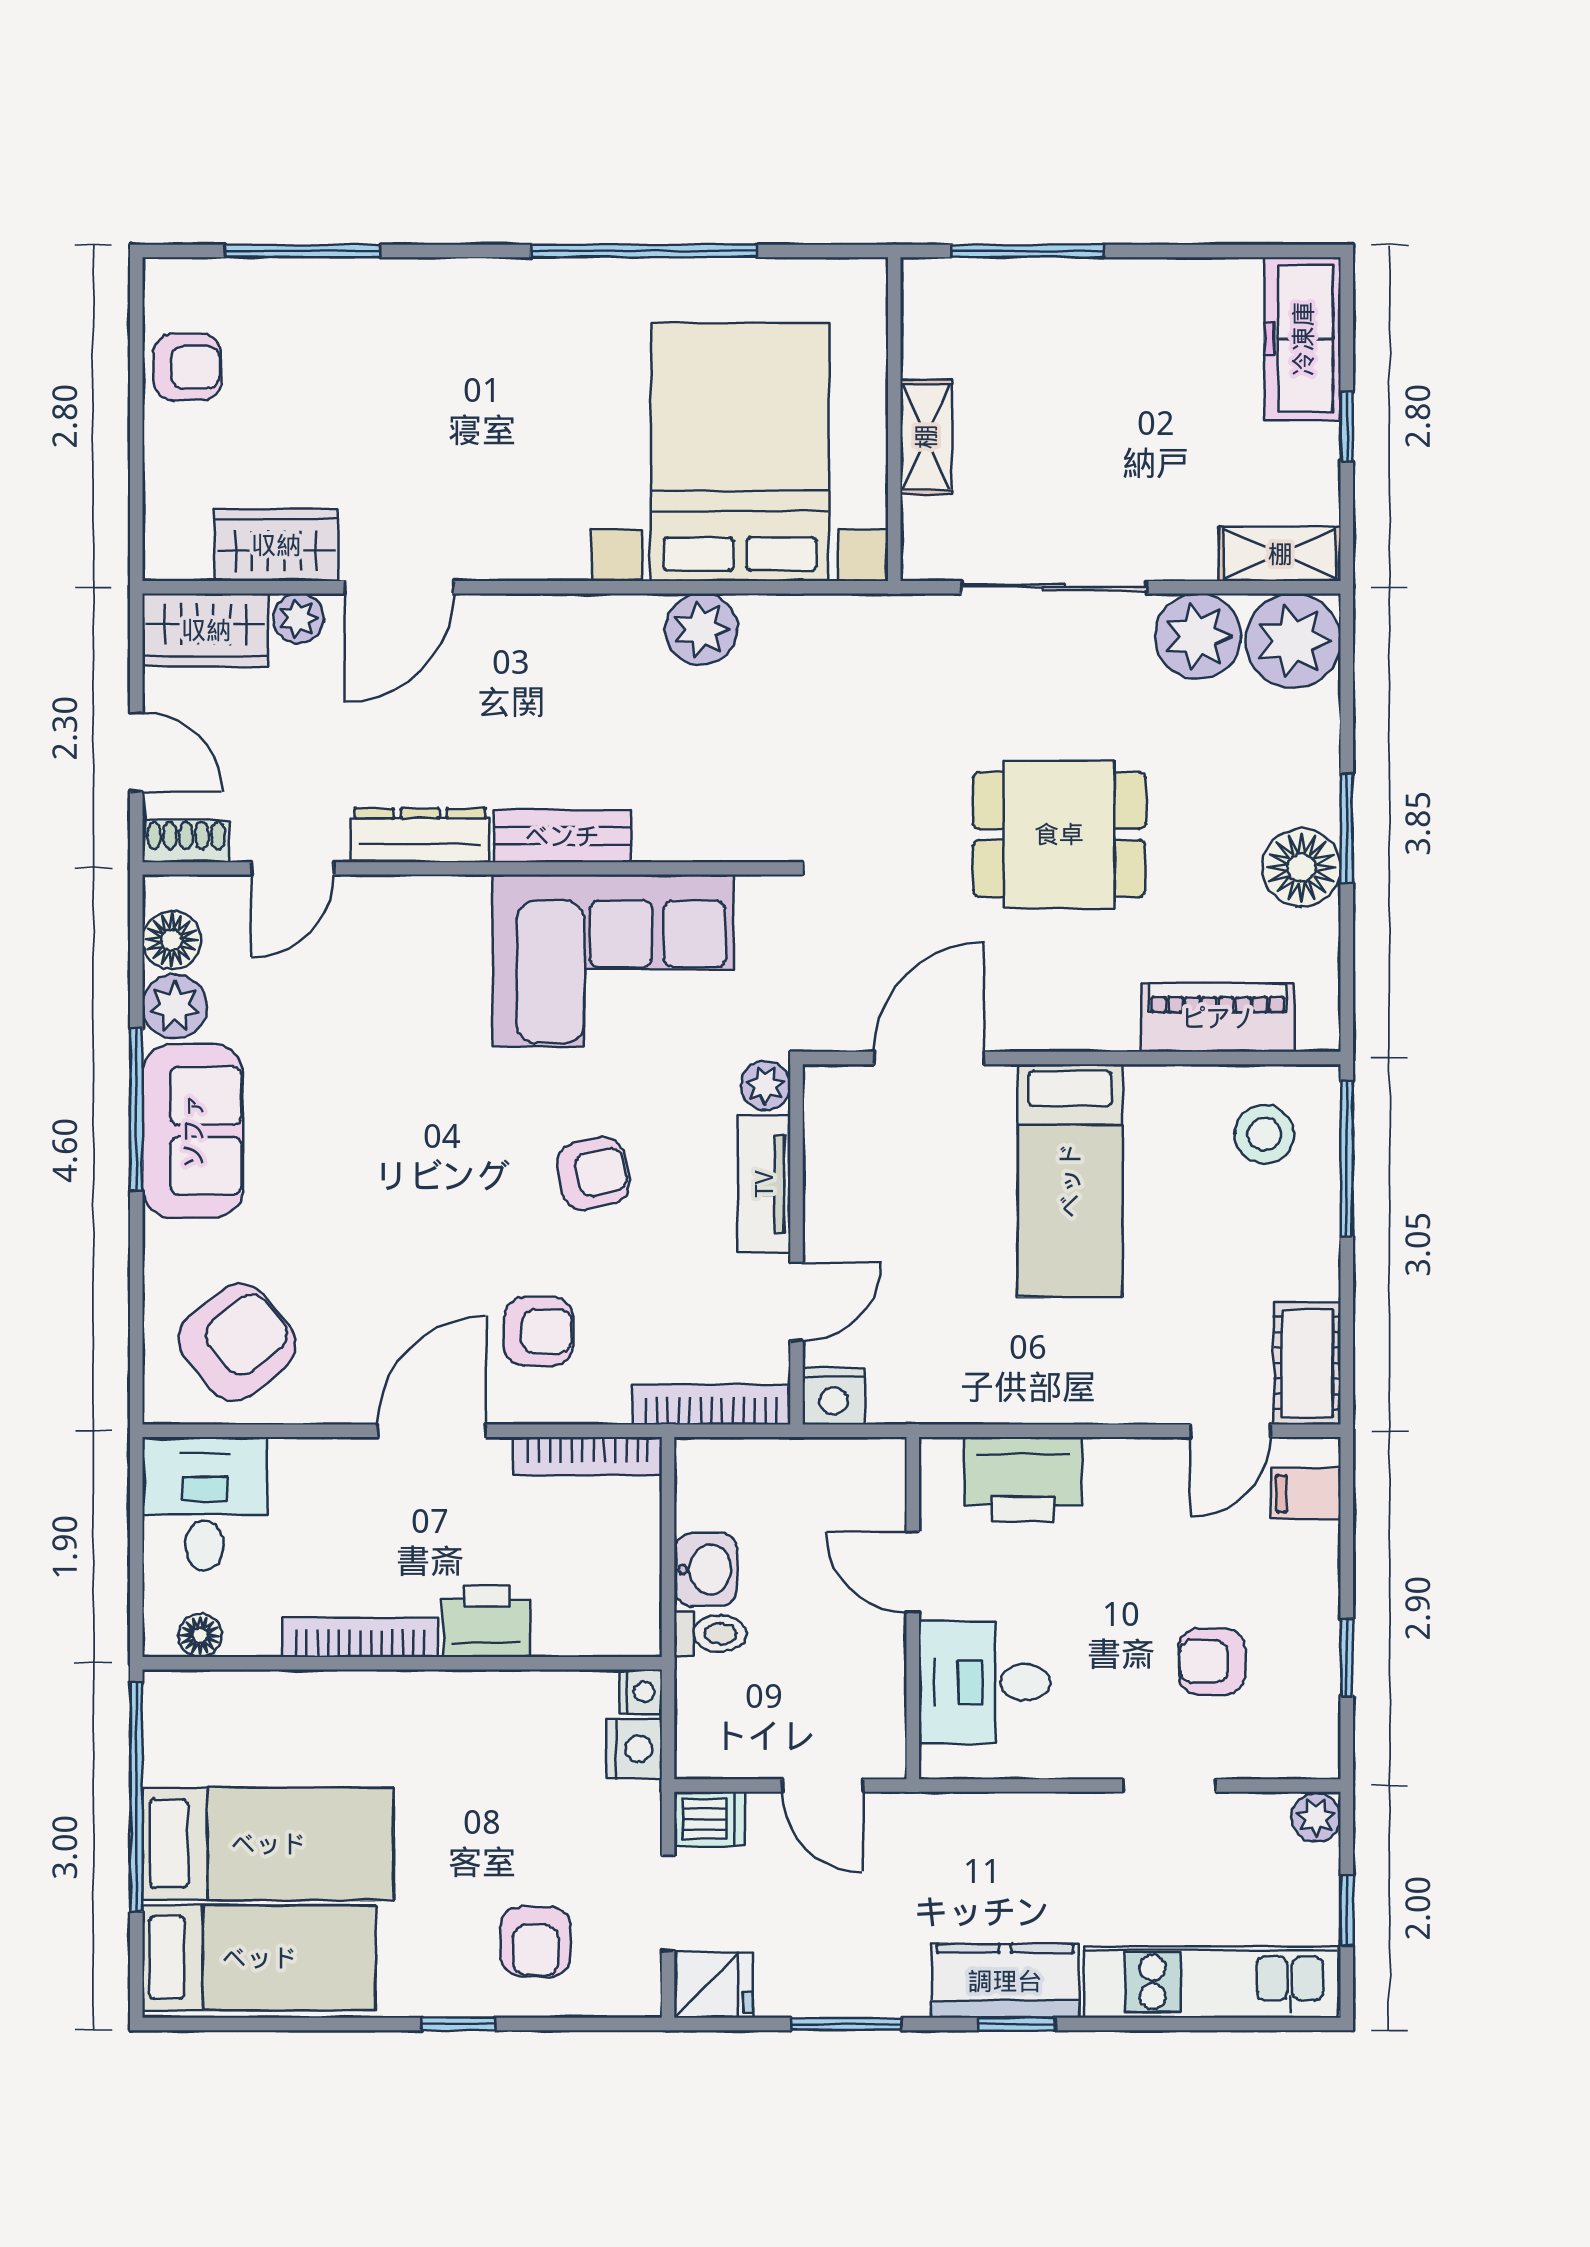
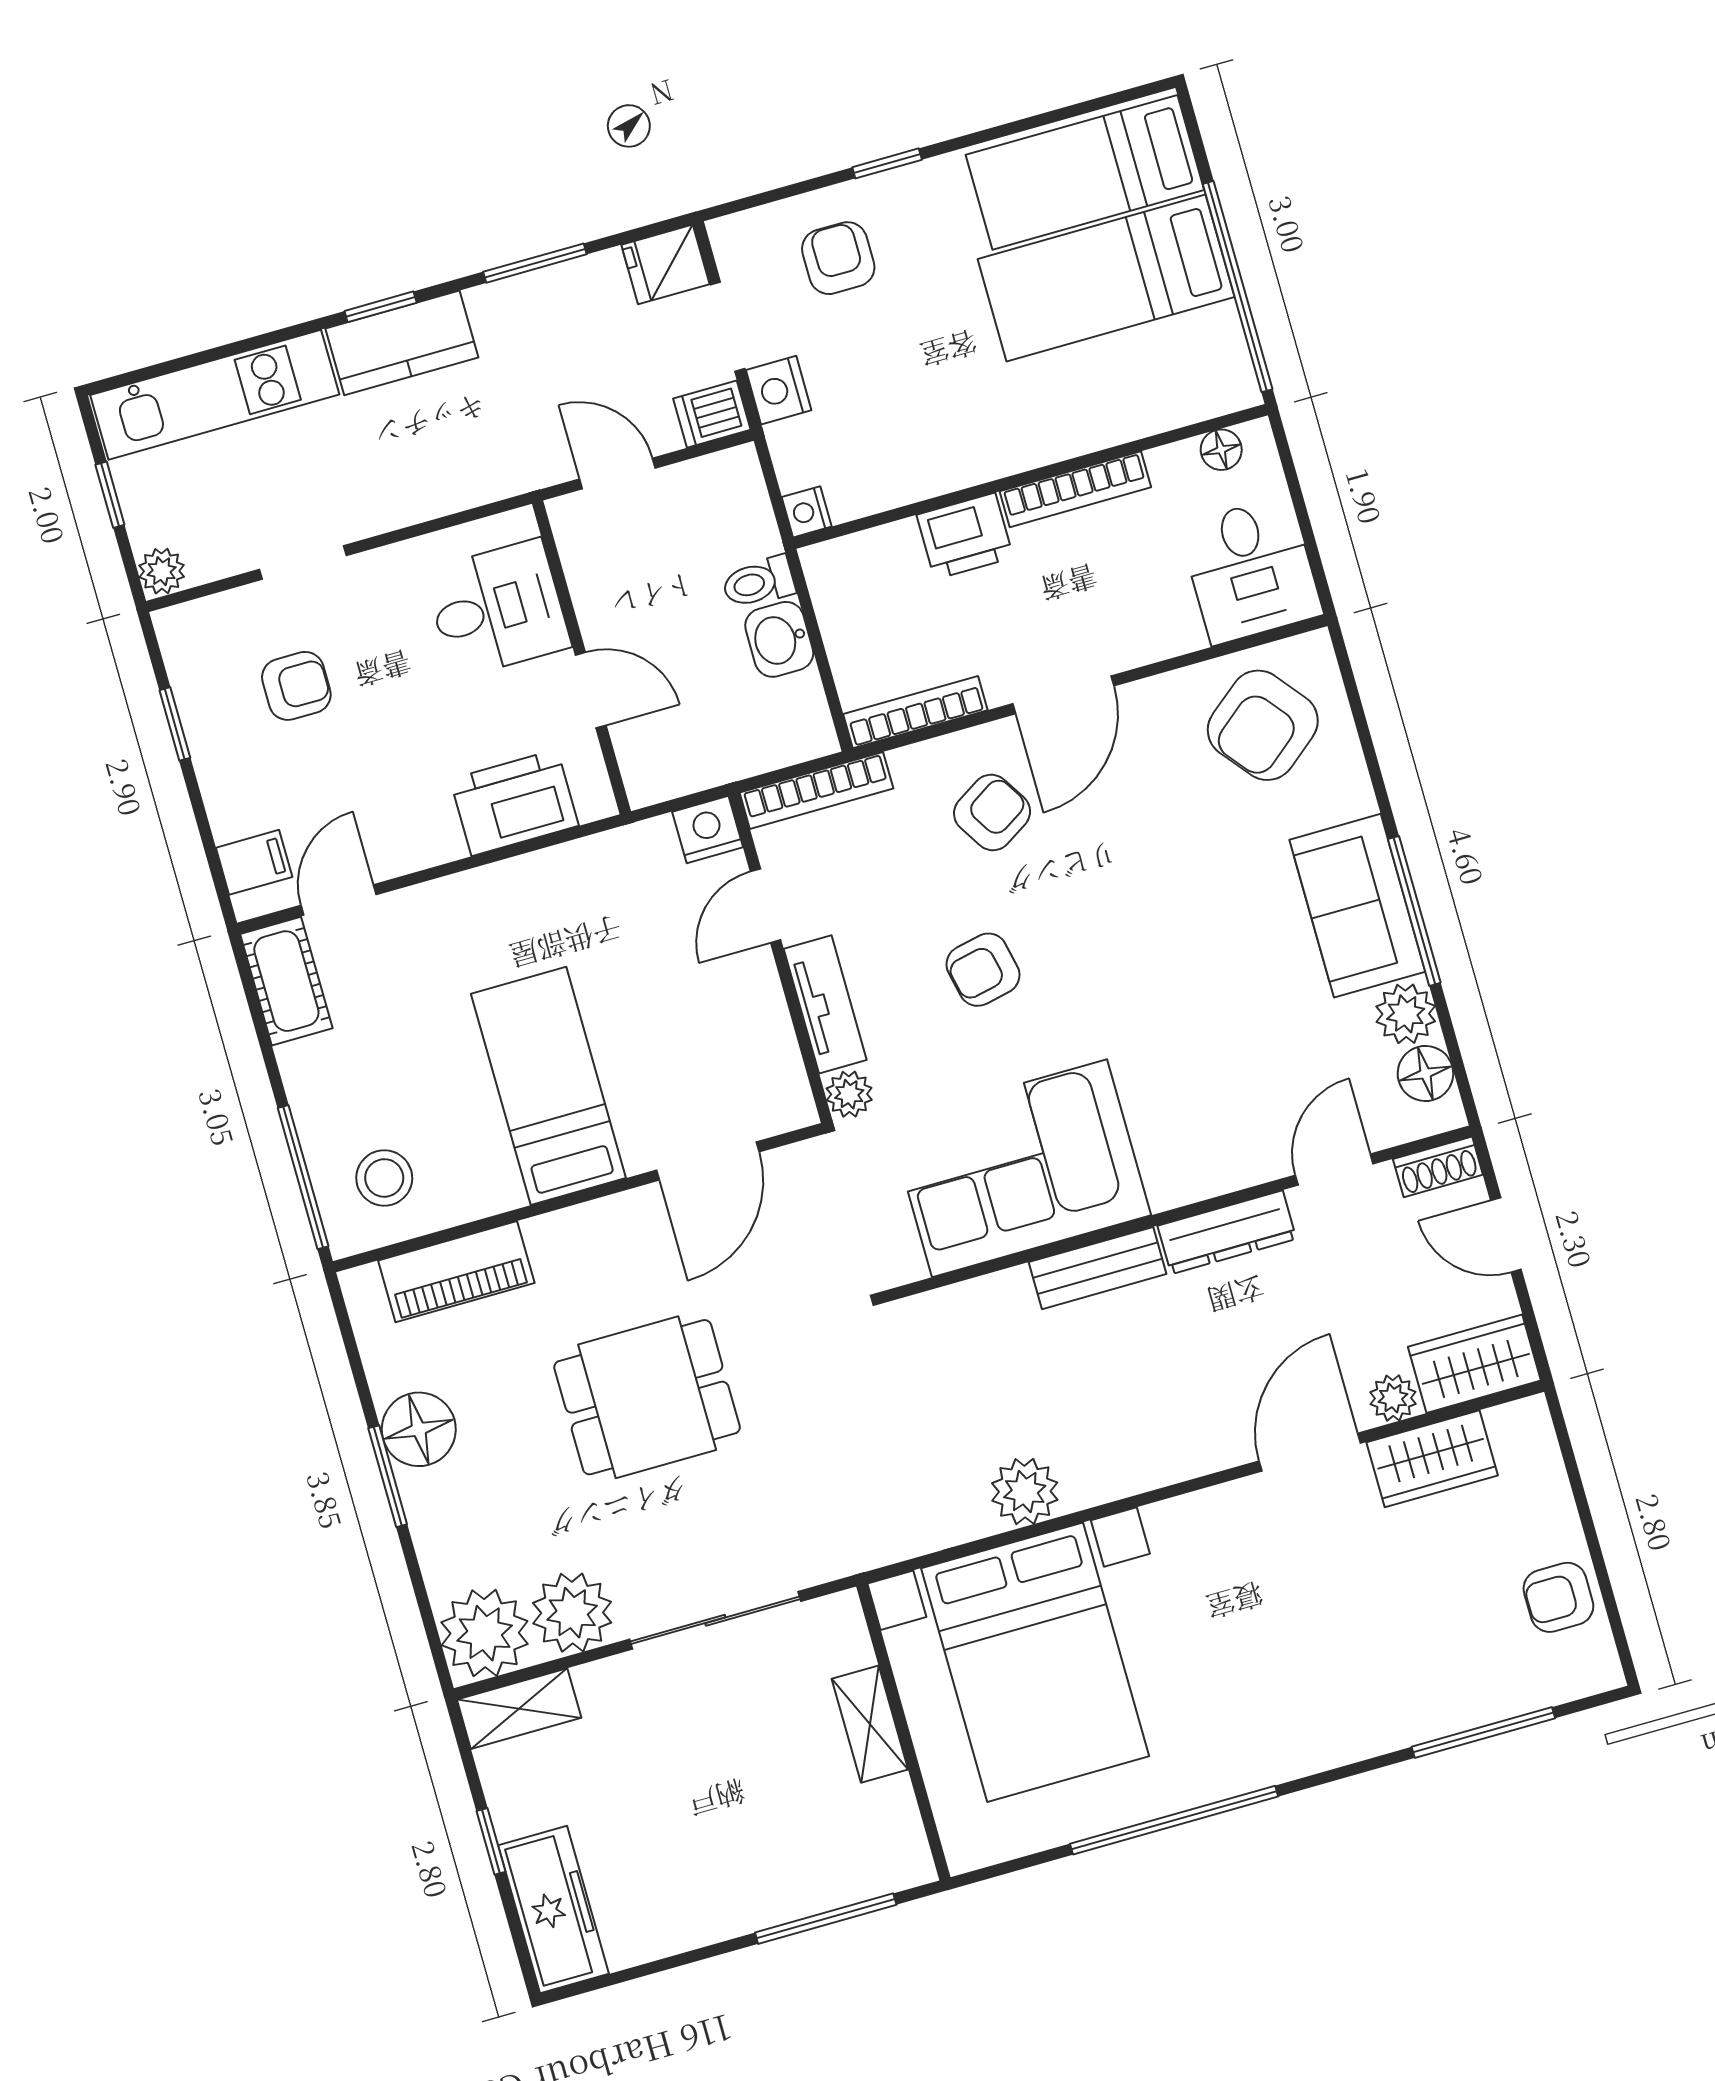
armchair: (539, 1331) -> (992, 812), turned 148
nightstand: (634, 1749) -> (779, 390), moved

